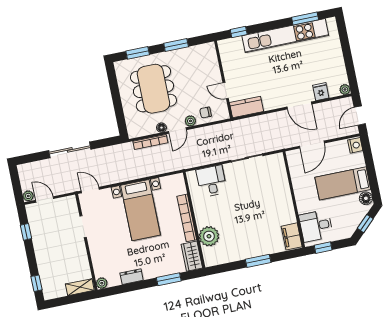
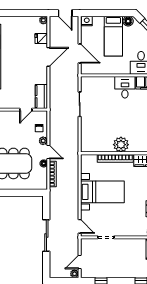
desk: (211, 181) -> (125, 87), moved, turned 90
door: (90, 190) -> (80, 226), swing flipped
plant: (209, 236) -> (121, 145), moved

